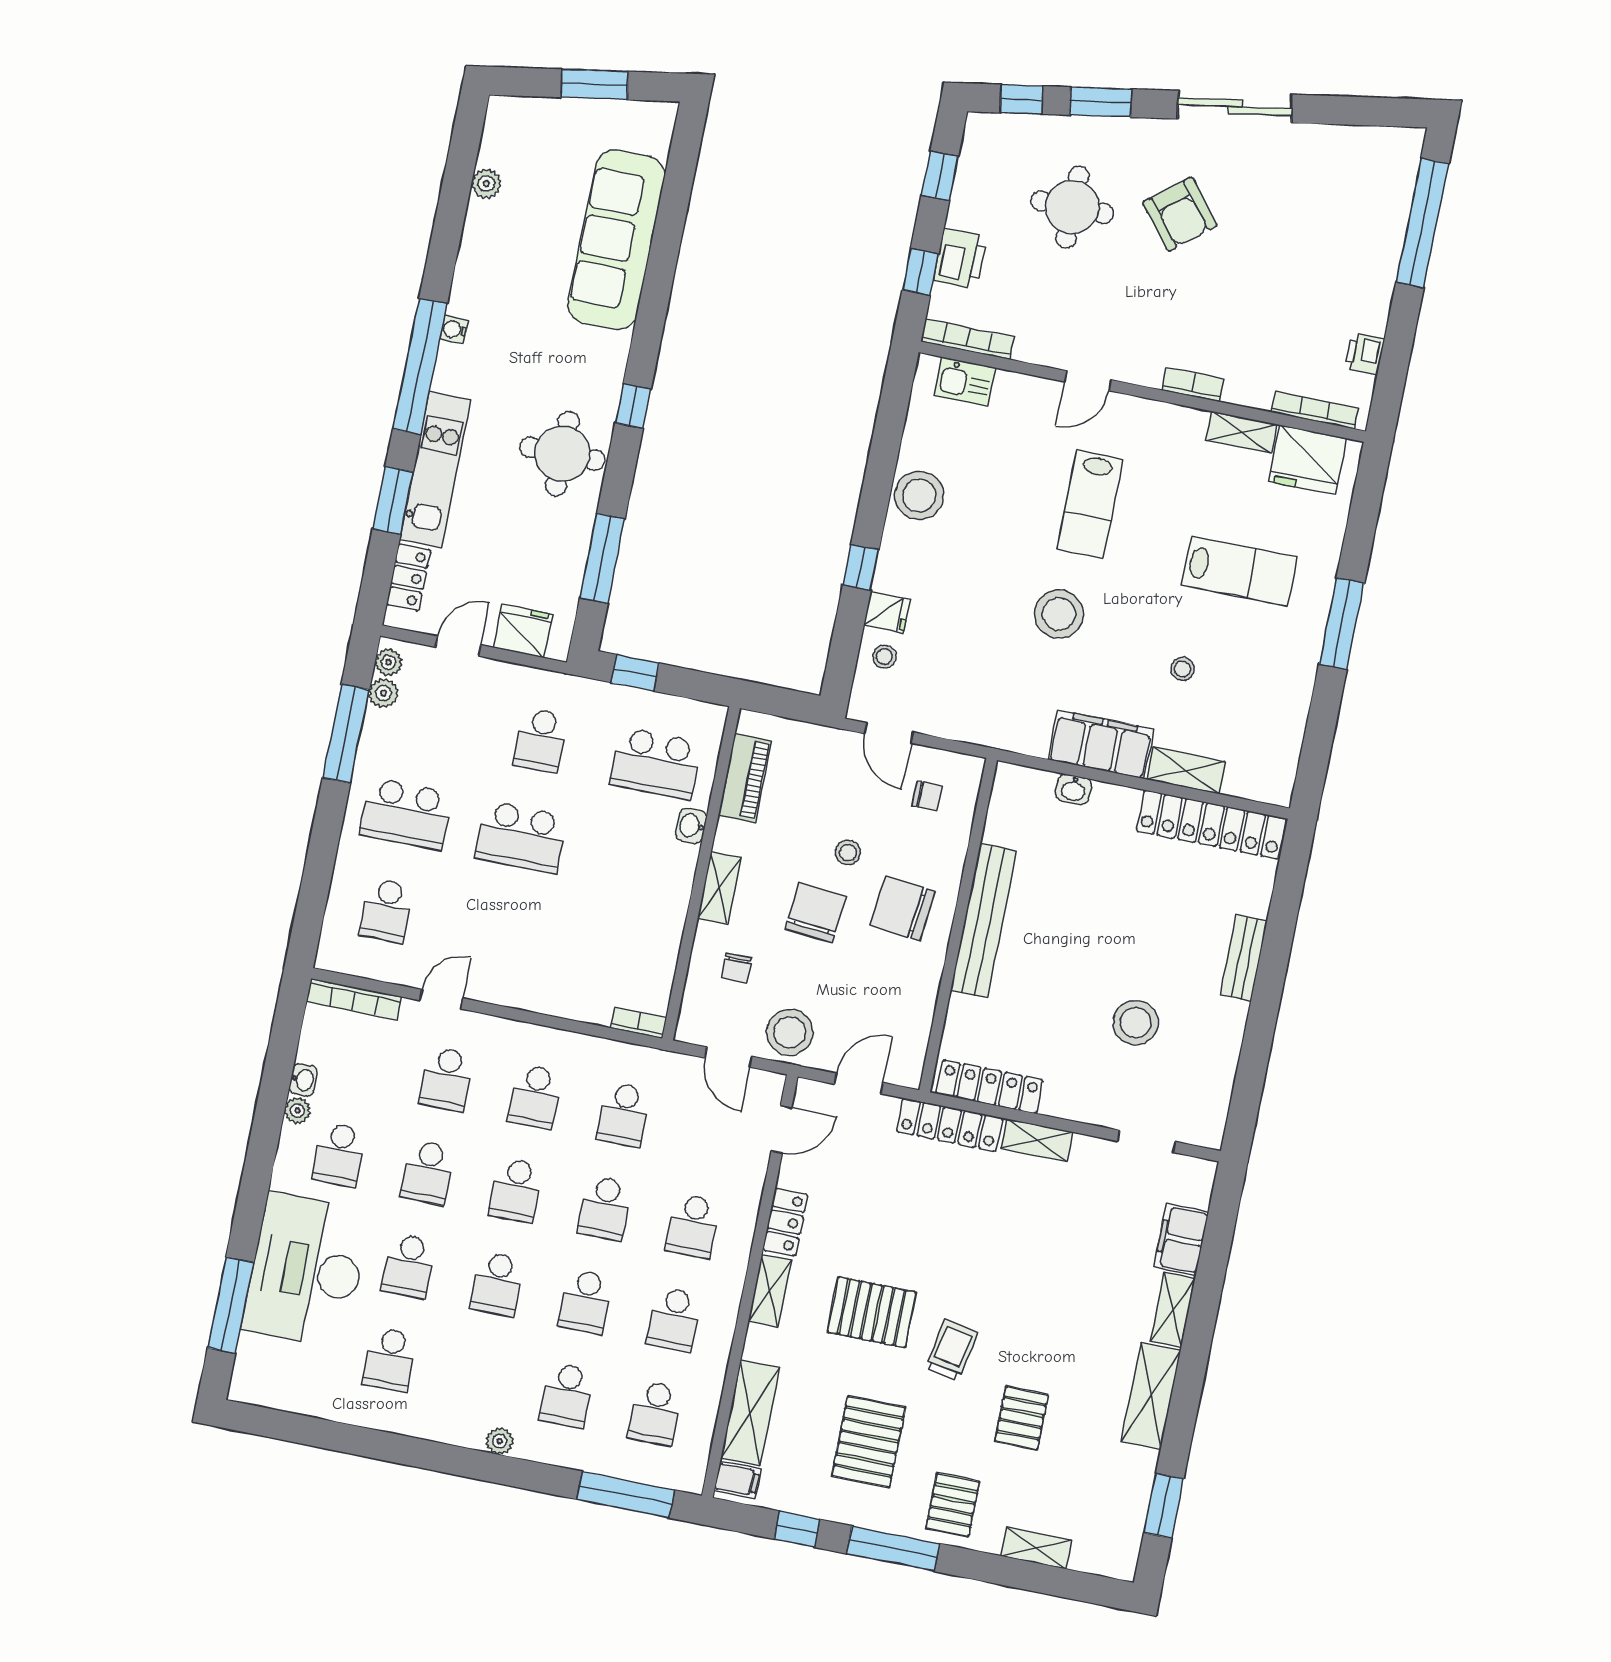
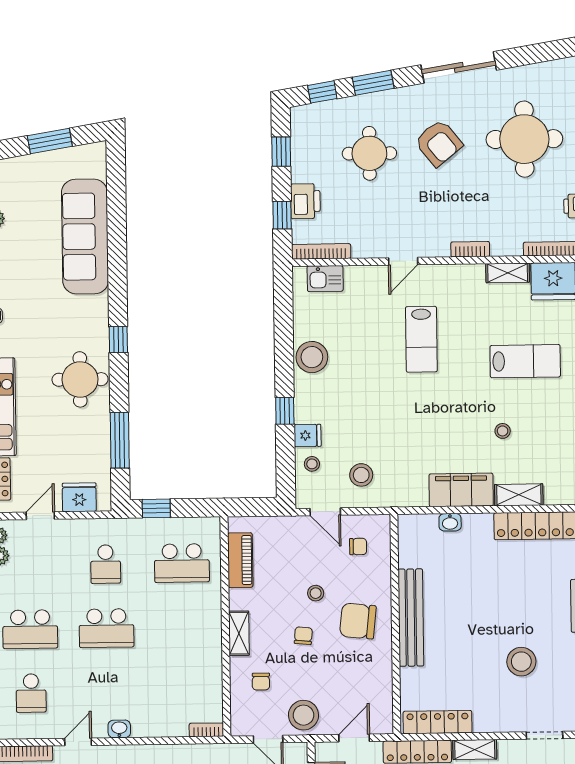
round table: (1310, 236) -> (524, 139), added
stool: (1059, 614) -> (361, 475), moved, width x0.73, depth x0.73
washbasin: (691, 826) -> (119, 729), moved, turned 90
chair: (815, 913) -> (303, 636), width x0.54, depth x0.54

